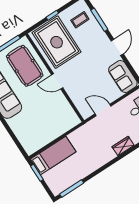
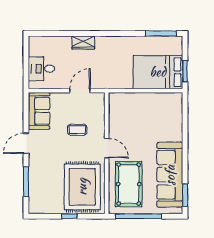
coffee table: (80, 20) -> (77, 130), moved
door: (103, 110) -> (80, 91), swing flipped
bed: (53, 155) -> (158, 72), width x1.50

